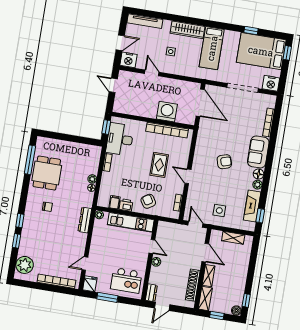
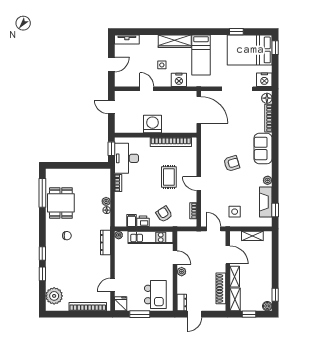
tv unit: (145, 21) -> (127, 40), width x0.71
nightstand: (129, 60) -> (179, 80), moved
washing machine: (167, 112) -> (153, 124), moved
floor lamp: (259, 174) -> (267, 98), moved
kitchen island: (126, 280) -> (155, 295), turned -90

